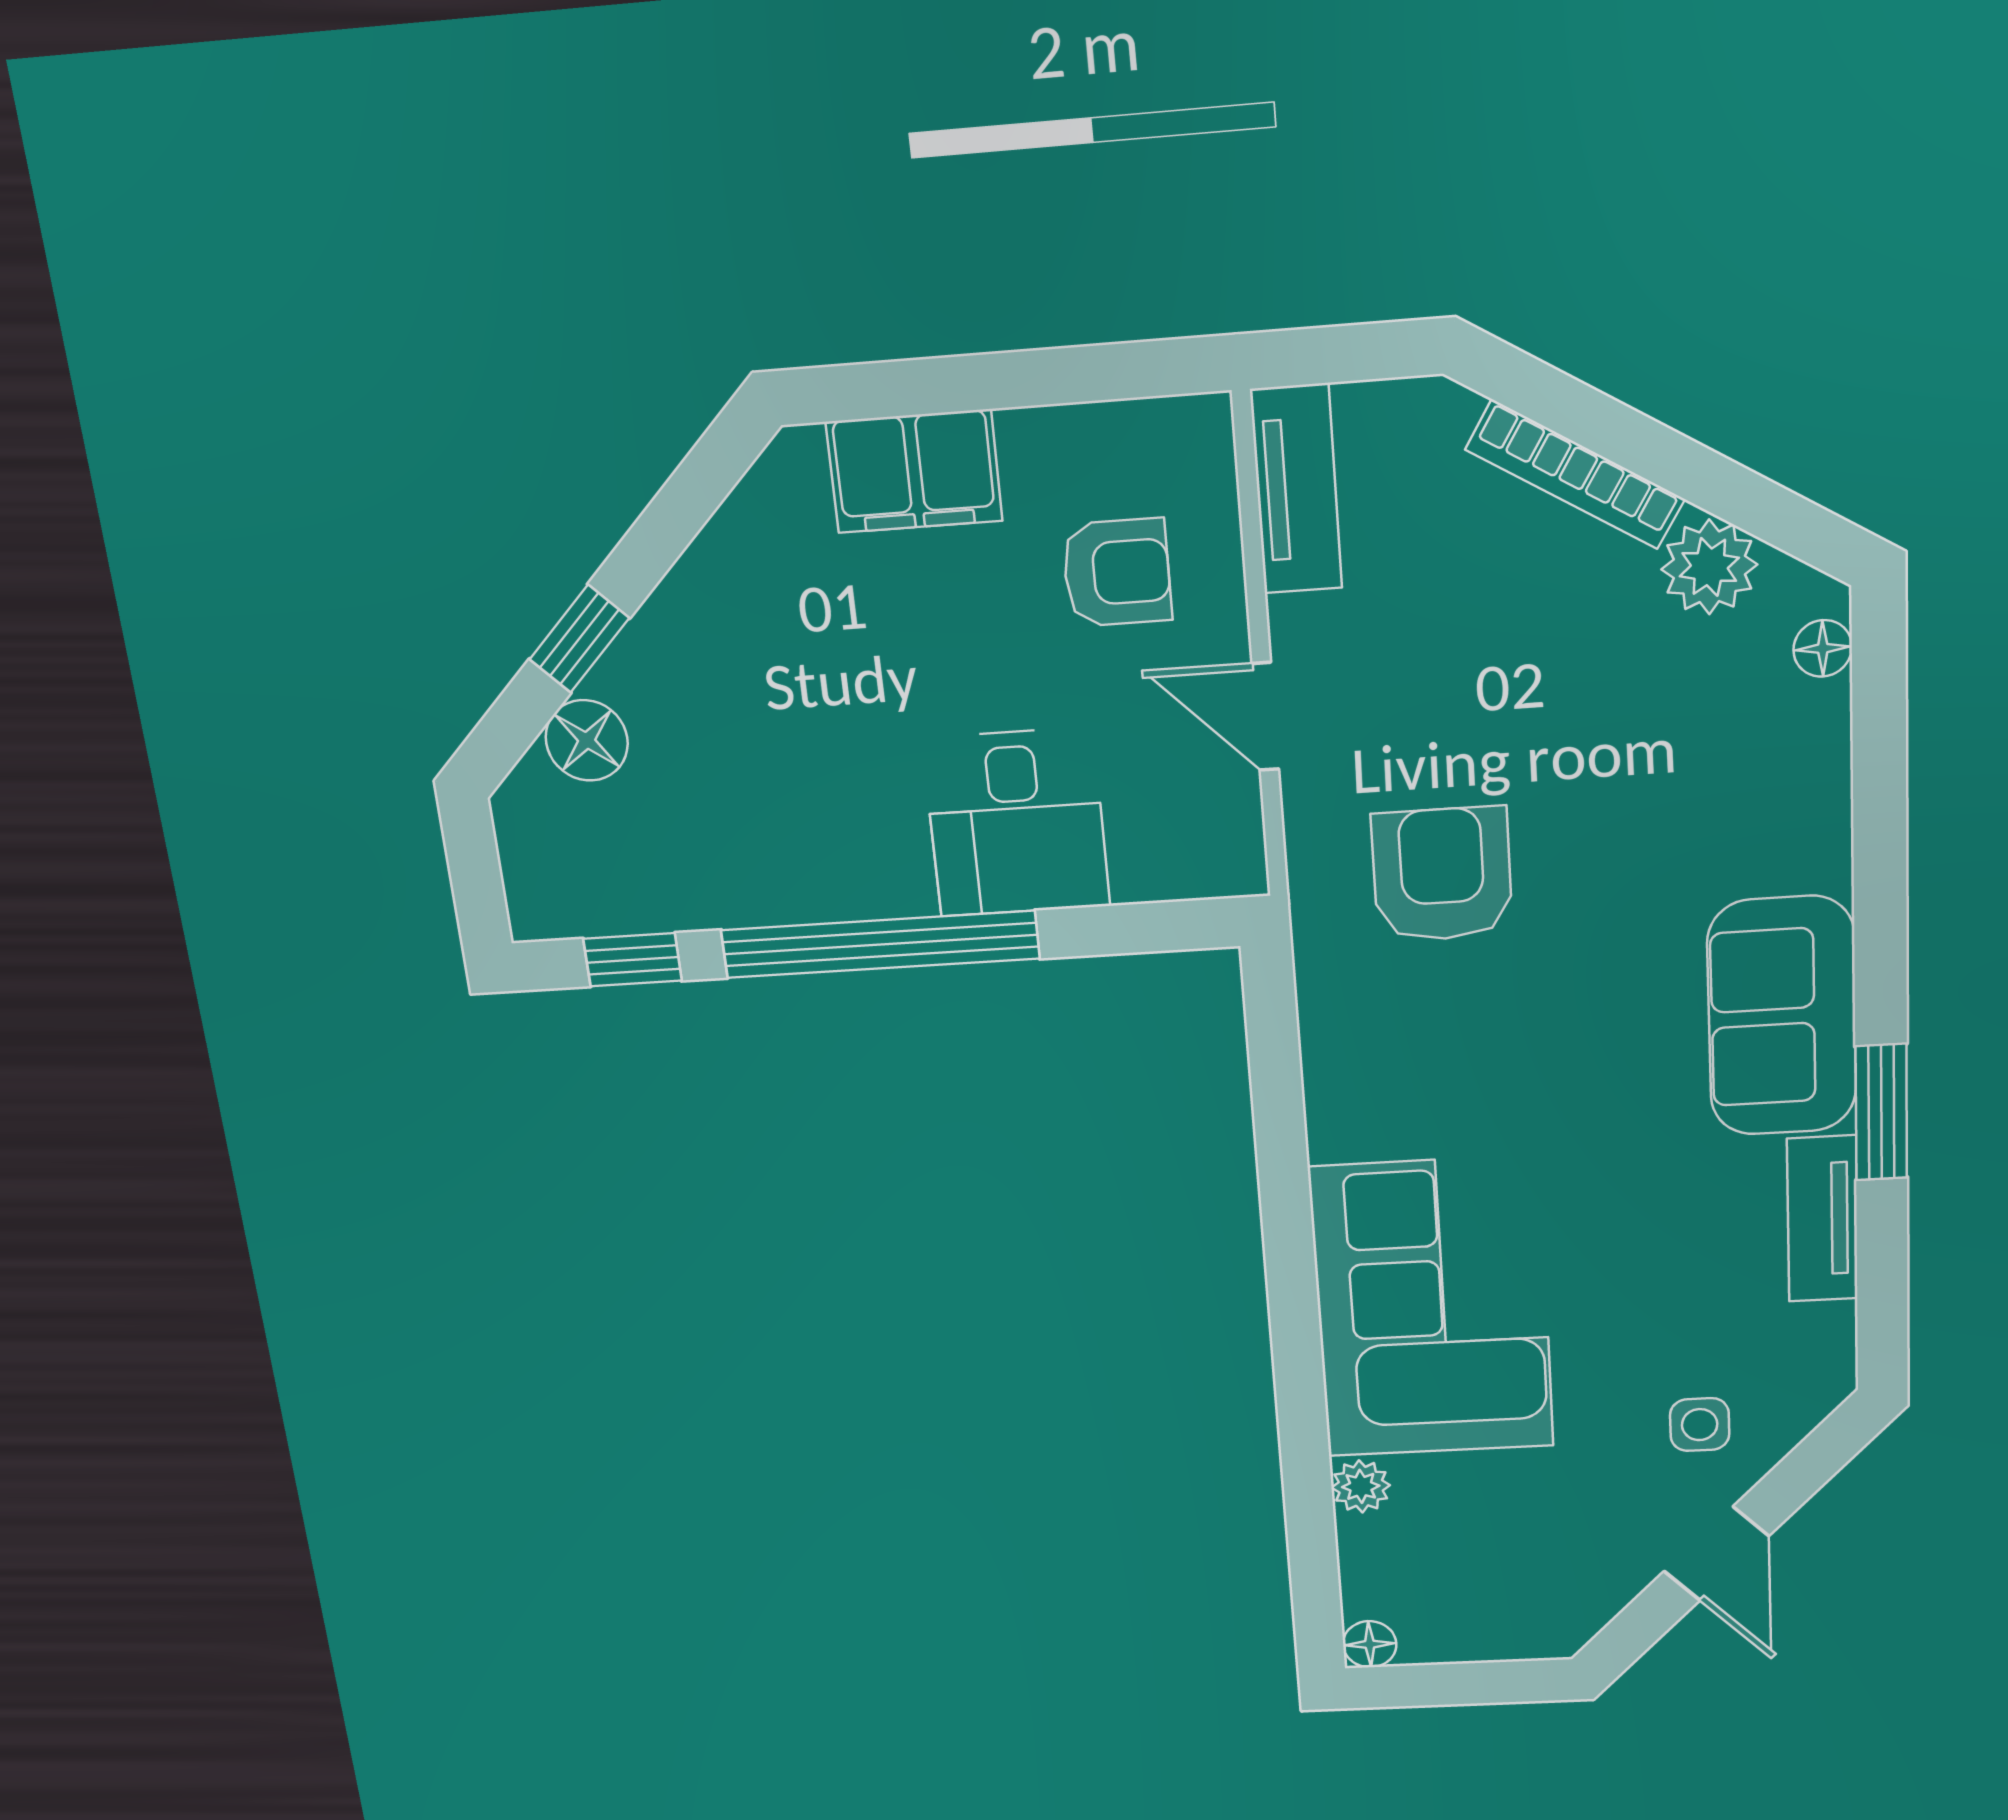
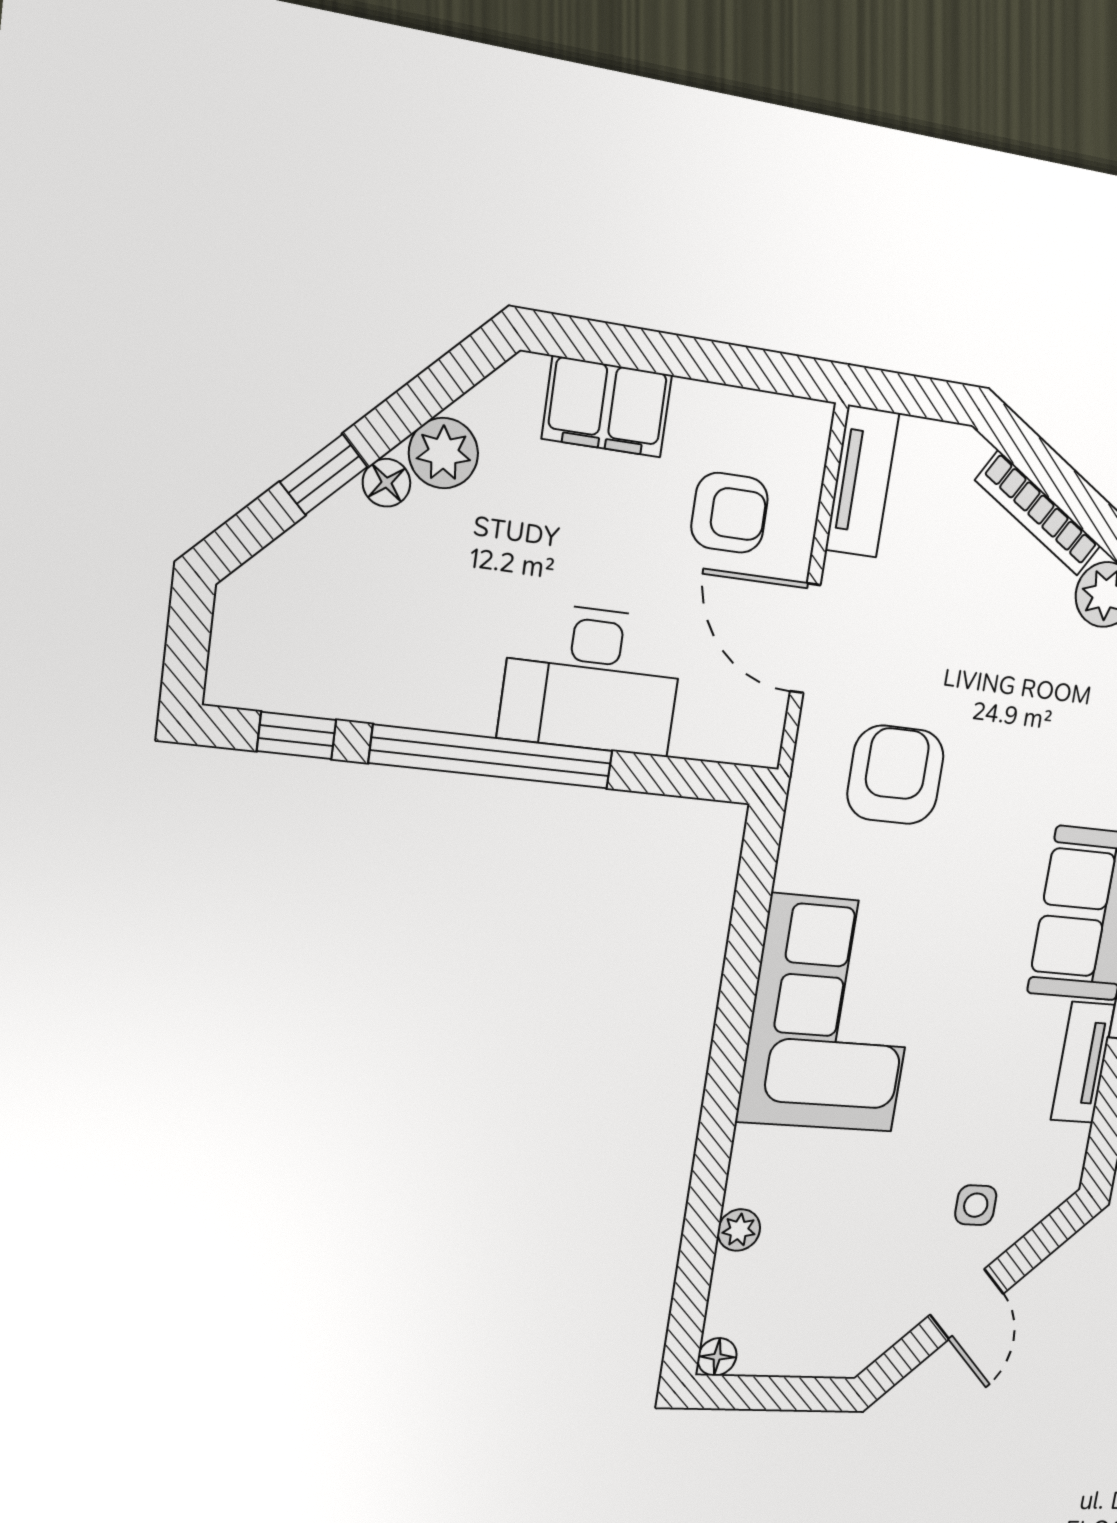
plant: (719, 579) -> (443, 453), added
door: (1265, 716) -> (805, 638), width x1.38
floor lamp: (587, 740) -> (386, 483), moved, width x0.73, depth x0.73
desk: (1016, 823) -> (592, 679), width x1.37
corner sofa: (1432, 1308) -> (832, 1014), moved

